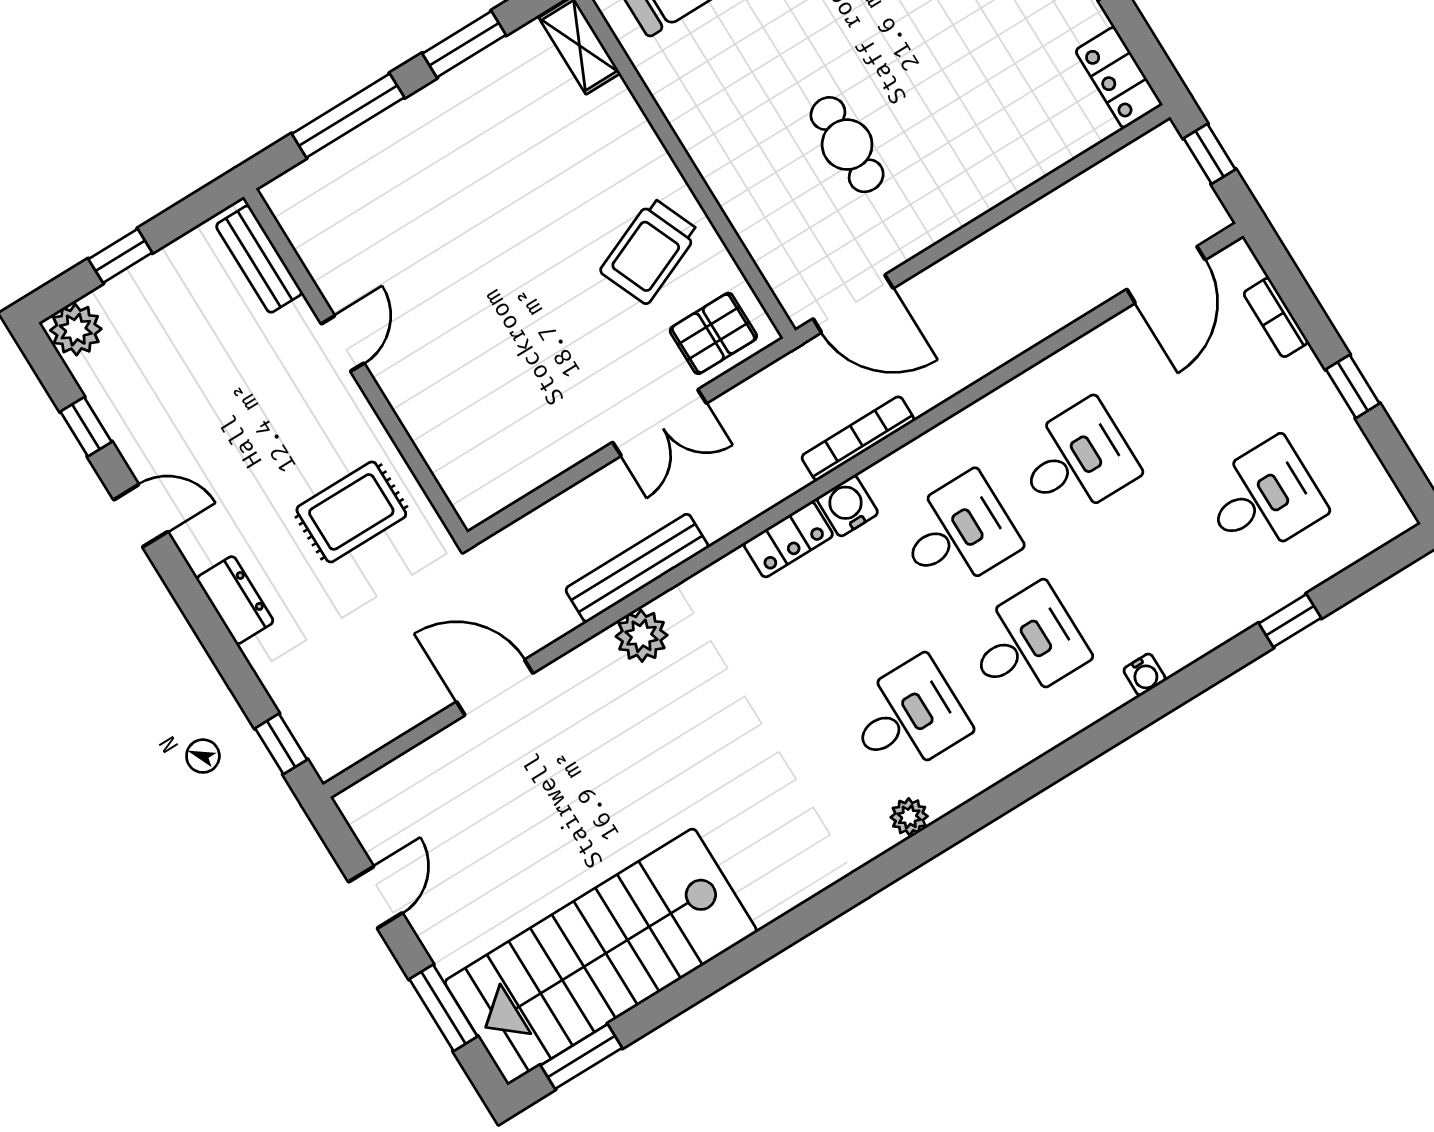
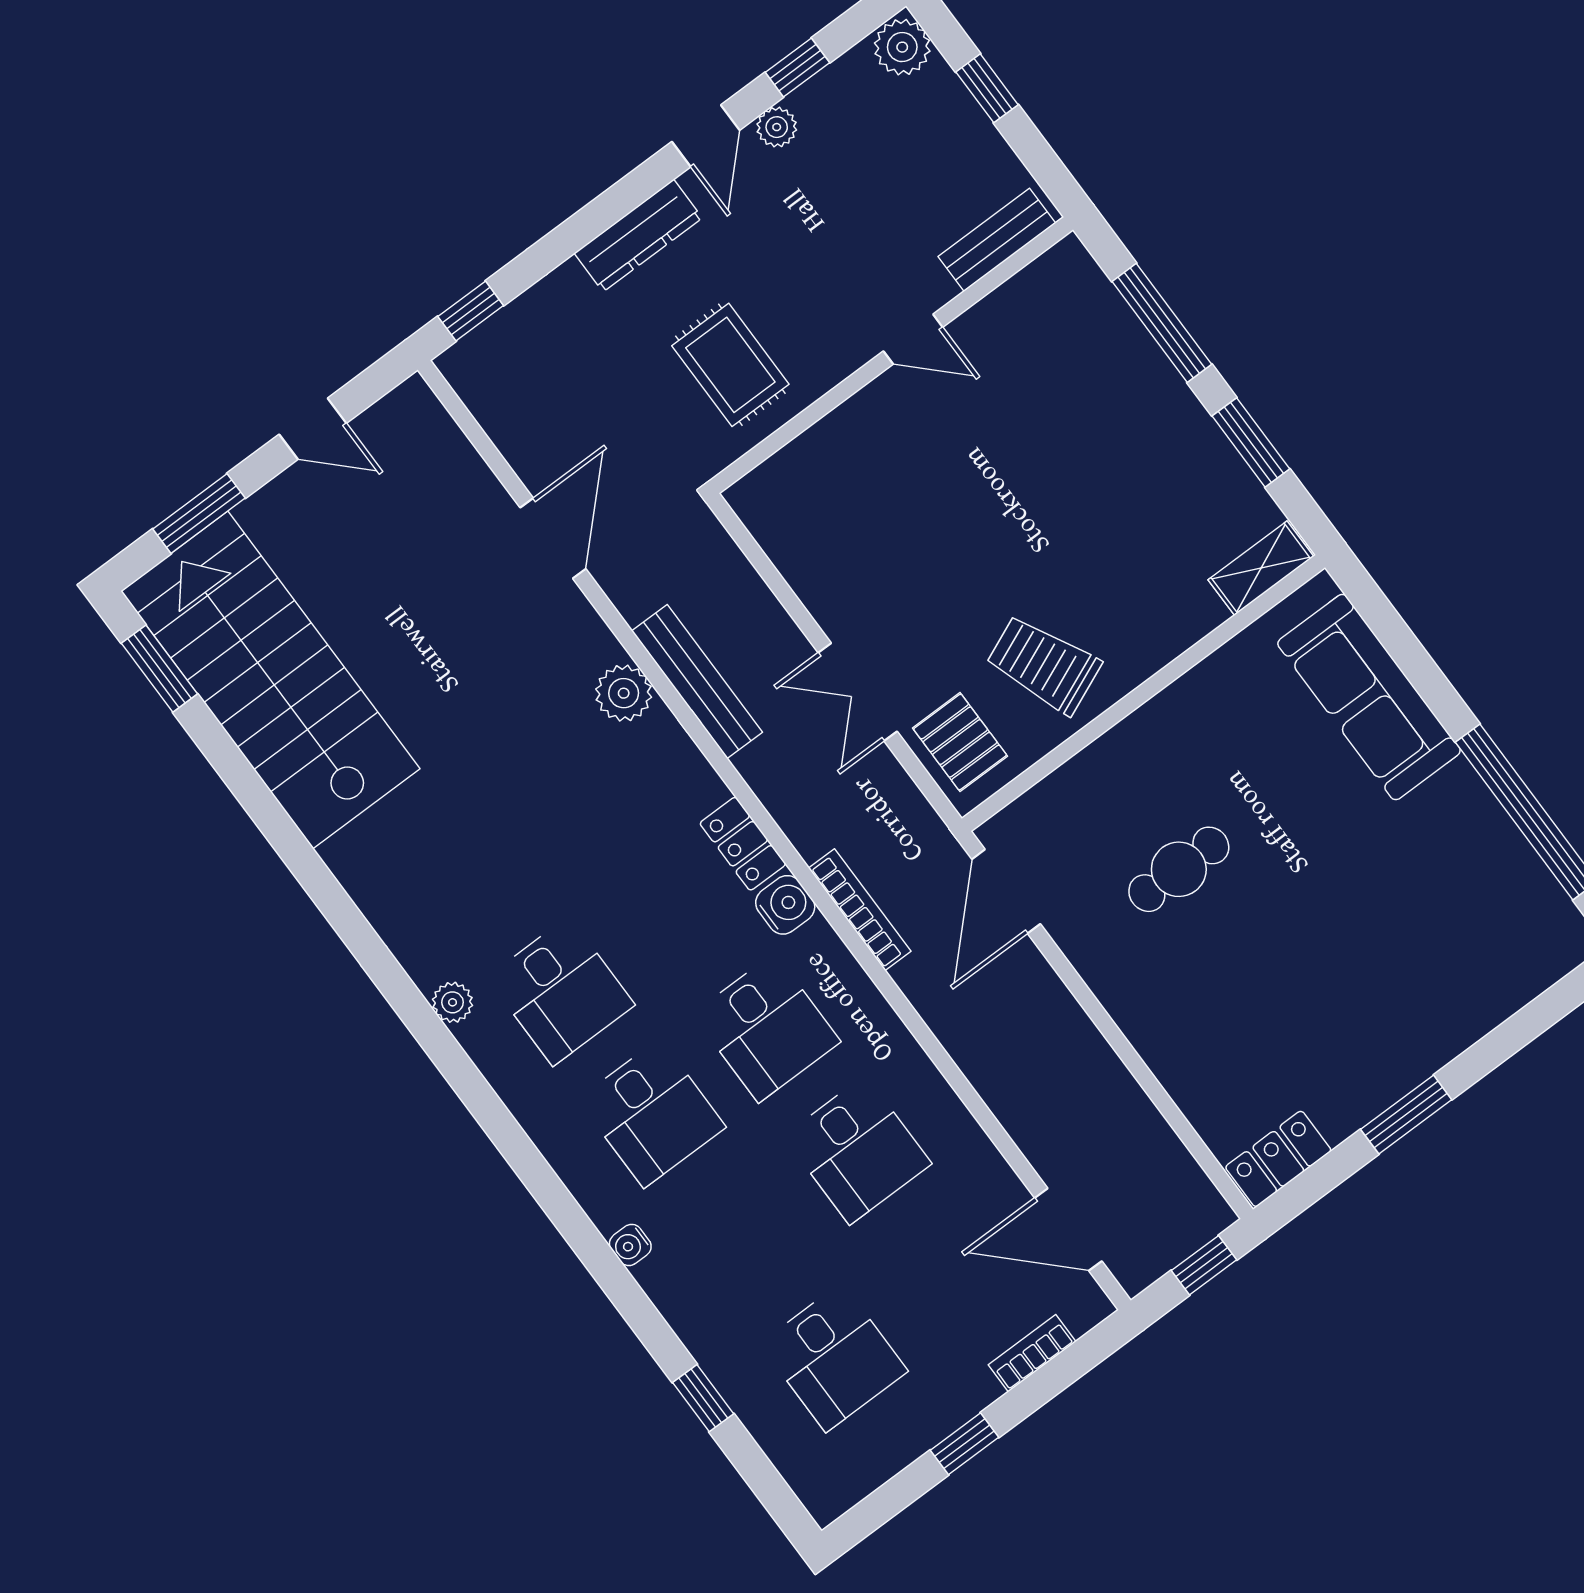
plant: (138, 450) -> (777, 127), added
dresser: (235, 600) -> (638, 235), width x1.44

